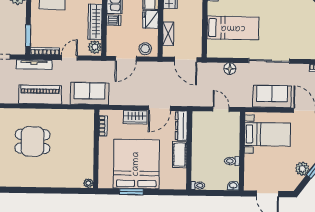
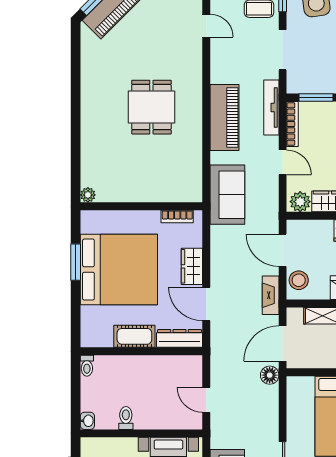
fireplace: (155, 67) -> (271, 295), added
floor lamp: (230, 69) -> (270, 375), moved
door: (221, 109) -> (206, 400), swing flipped

